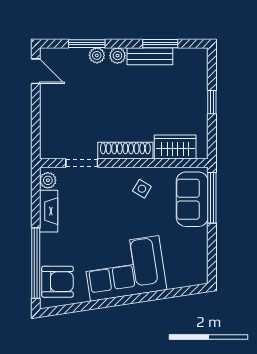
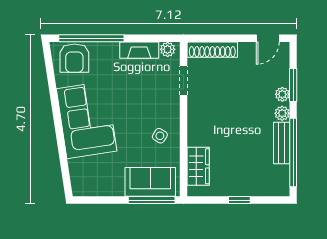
window: (160, 44) -> (293, 153), width x2.11
shoe rack: (125, 151) -> (212, 50), moved, turned 90

